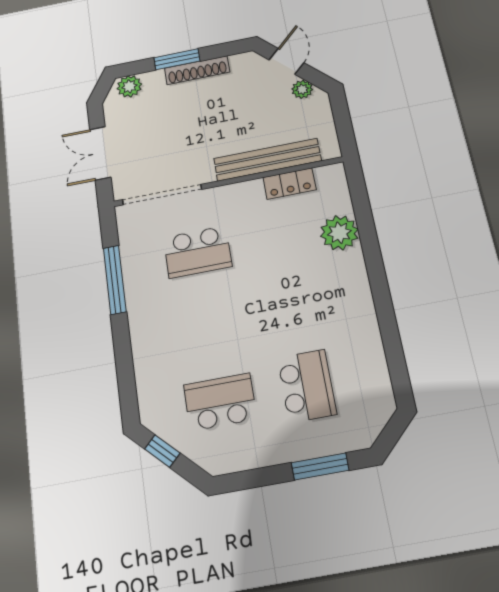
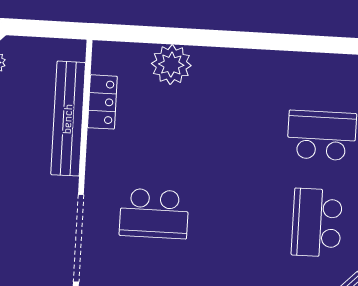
school desk: (198, 252) -> (154, 214), turned 90

